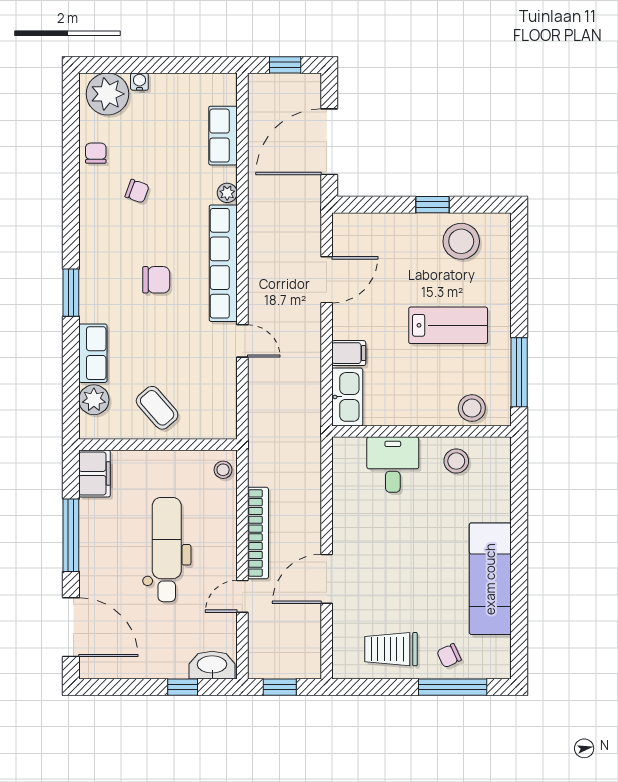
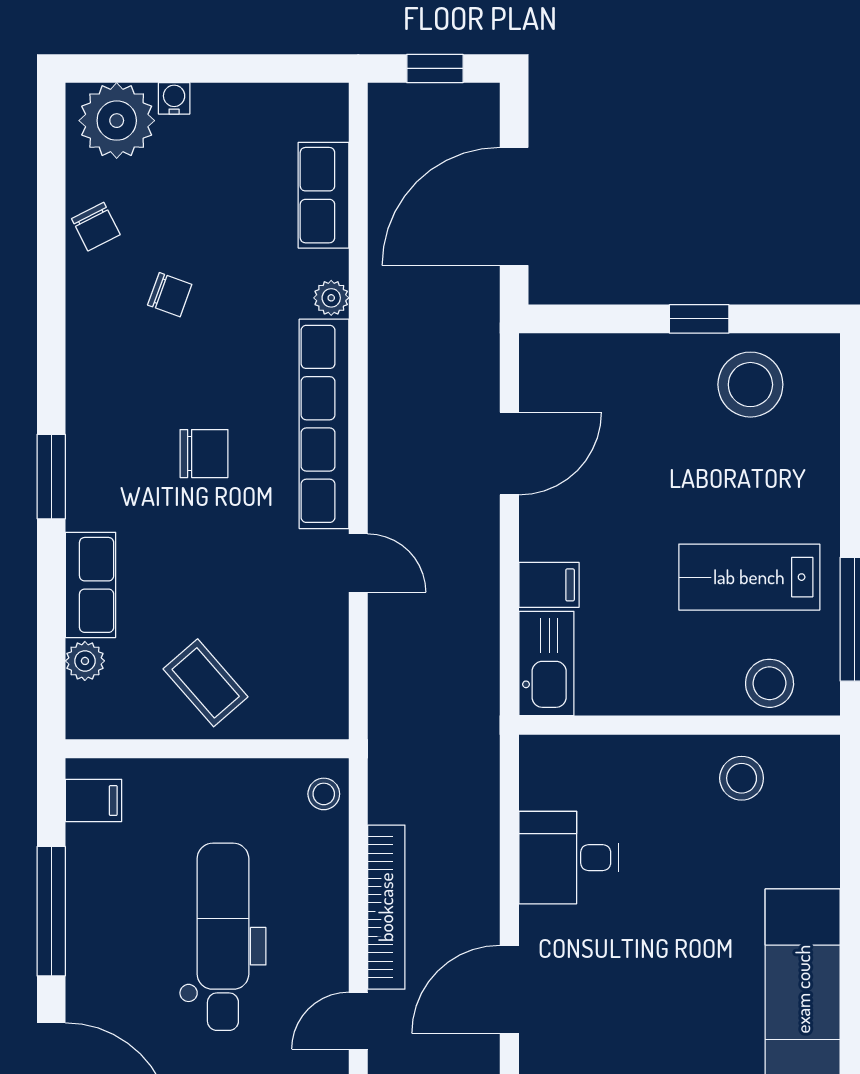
chair: (96, 153) -> (96, 227), turned 153
lab bench: (448, 325) -> (749, 577), moved, turned 180
plant: (94, 400) -> (85, 661), width x0.73, depth x0.73
desk: (393, 464) -> (569, 858), moved, turned -90
filing cabinet: (95, 473) -> (94, 800), width x0.50

